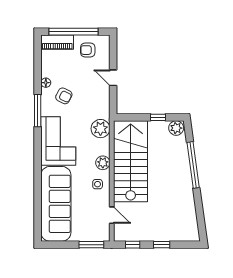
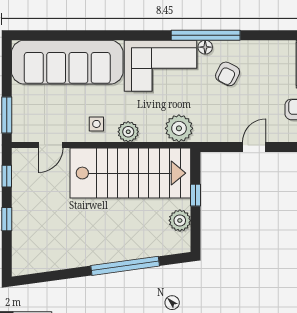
floor lamp: (46, 83) -> (205, 47), moved
window: (38, 111) -> (206, 35), width x1.46
window: (158, 117) -> (196, 195), moved
plant: (176, 128) -> (180, 220), moved

